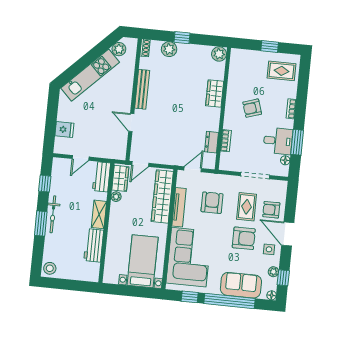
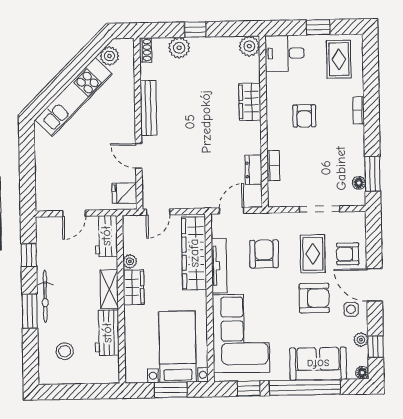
rug: (282, 71) -> (339, 59), turned 90
armchair: (252, 108) -> (304, 116), turned -72
fridge: (64, 130) -> (124, 193), moved, turned 180
desk: (278, 141) -> (285, 53), moved, turned 180
window: (297, 142) -> (373, 174), moved
wardrobe: (120, 178) -> (134, 287), moved
stool: (50, 268) -> (65, 351), moved
window: (134, 291) -> (171, 390), added

